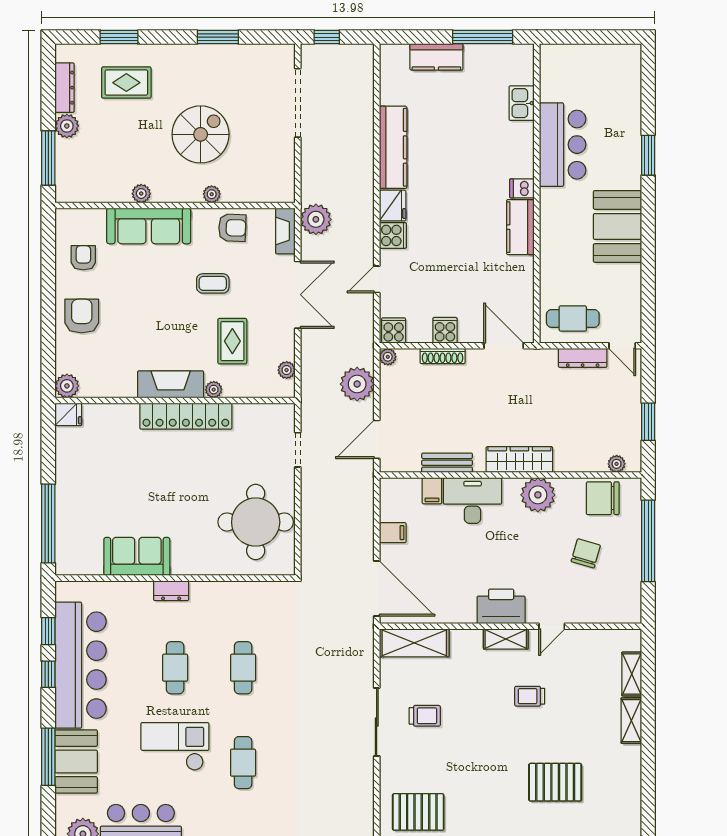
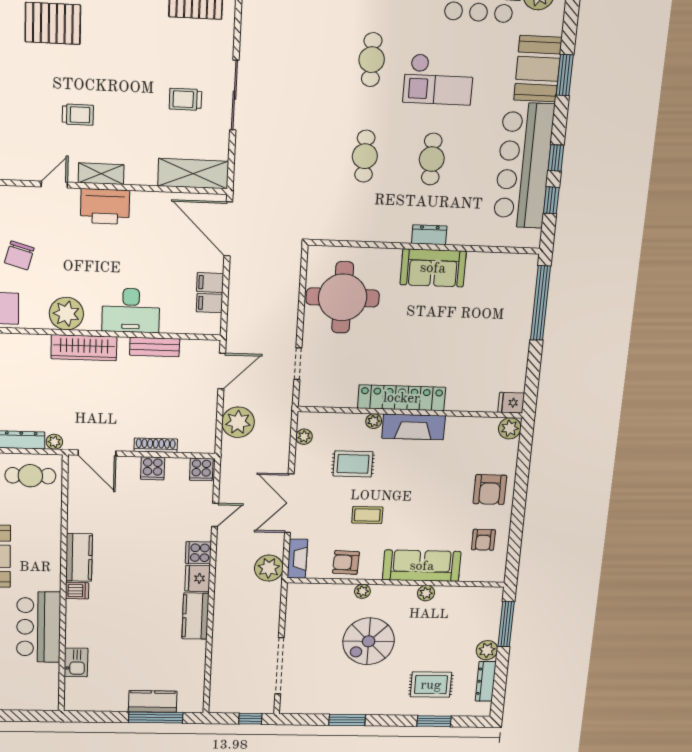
window: (483, 37) -> (156, 718), moved
kitchen counter: (393, 147) -> (195, 616), width x0.67
rug: (232, 341) -> (353, 464), turned 90
plant: (388, 357) -> (54, 442), moved
filing cabinet: (432, 491) -> (210, 303), moved, turned -90
sofa: (137, 556) -> (433, 268), moved
window: (48, 757) -> (565, 75), width x0.69

